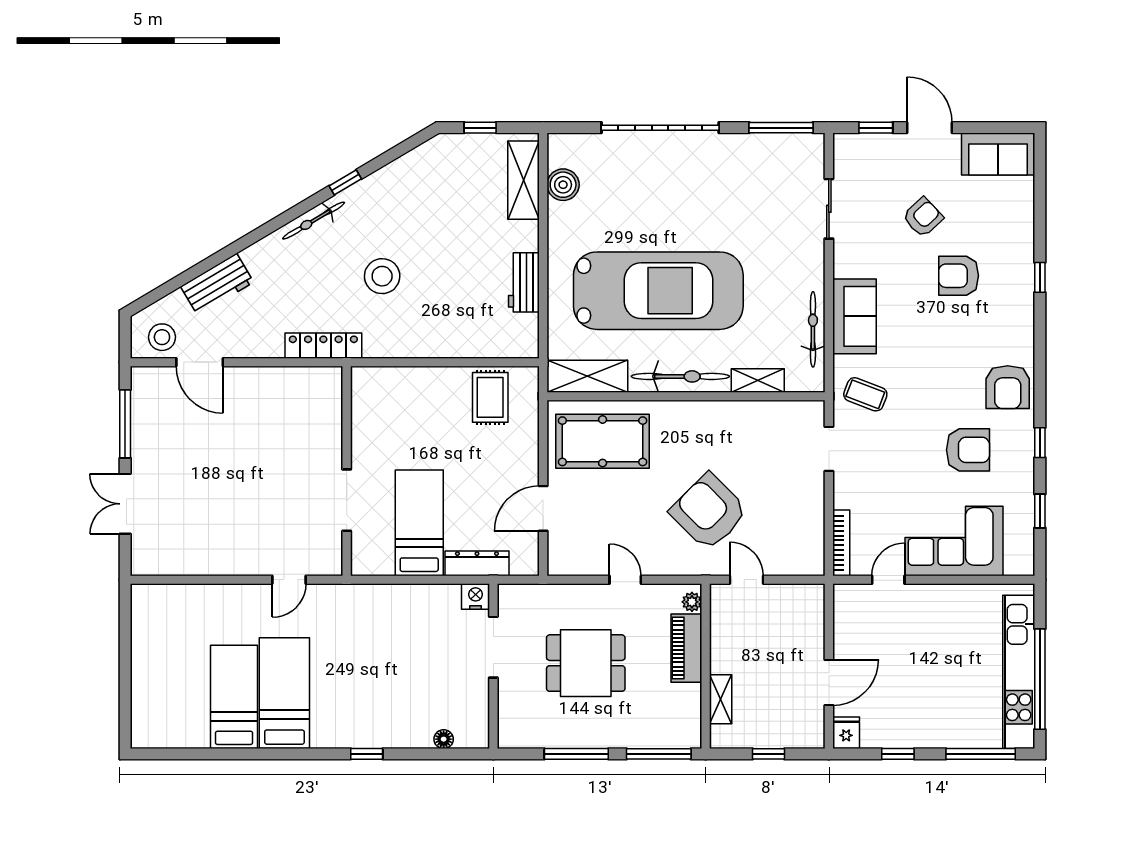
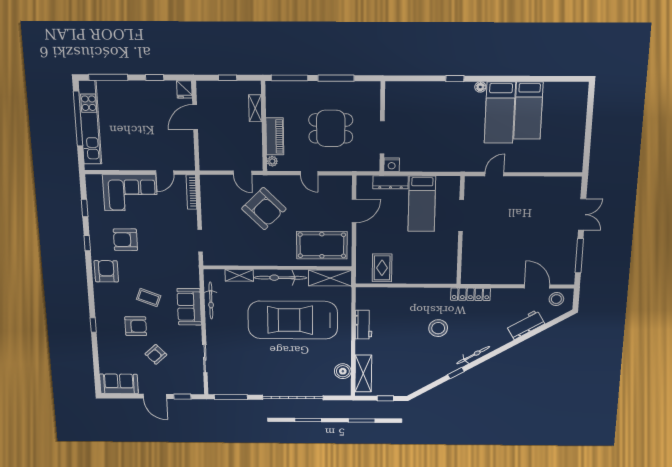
coffee table: (865, 394) -> (149, 298), moved
floor lamp: (444, 739) -> (480, 87), moved

